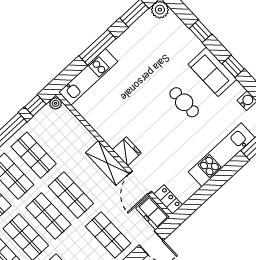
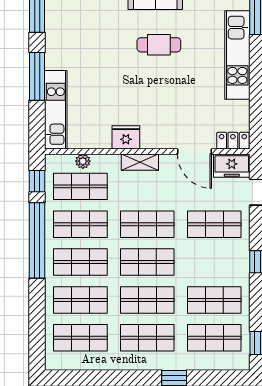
plant: (56, 103) -> (83, 161), moved
shop shelf: (56, 134) -> (80, 186), added
fridge: (127, 151) -> (126, 137), moved
shelving: (107, 163) -> (140, 162), width x0.67, depth x0.75

